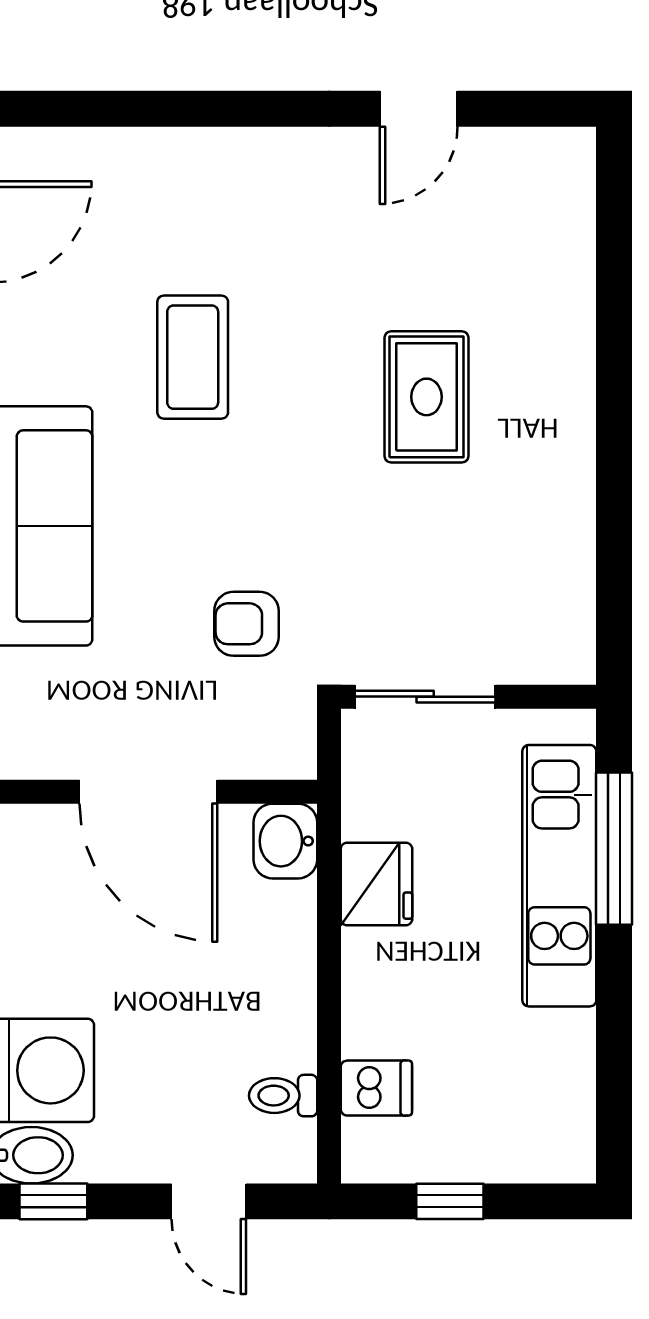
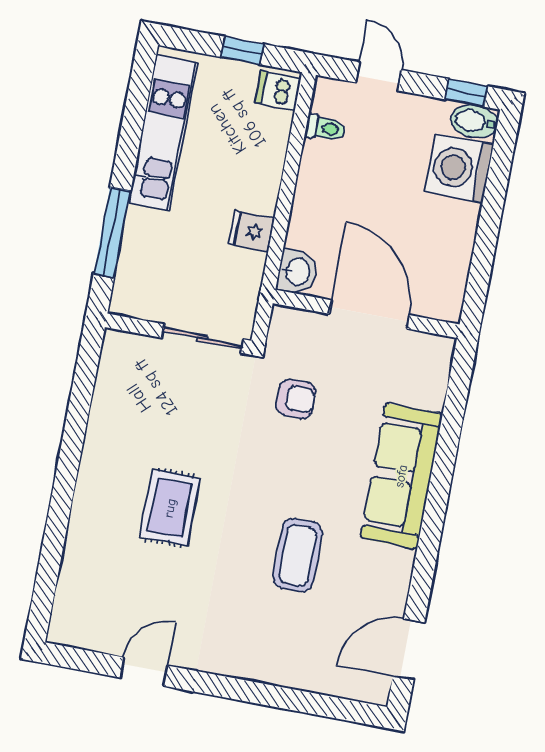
kitchen unit: (559, 876) -> (163, 132), moved
fridge: (376, 884) -> (251, 231), width x0.72
dishwasher: (376, 1088) -> (278, 90), moved

